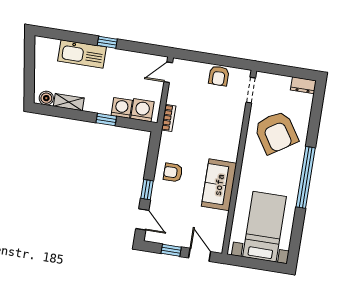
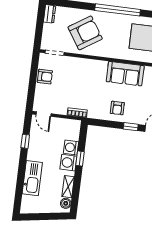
window: (107, 42) -> (25, 141), moved
washing machine: (142, 110) -> (68, 163), moved

